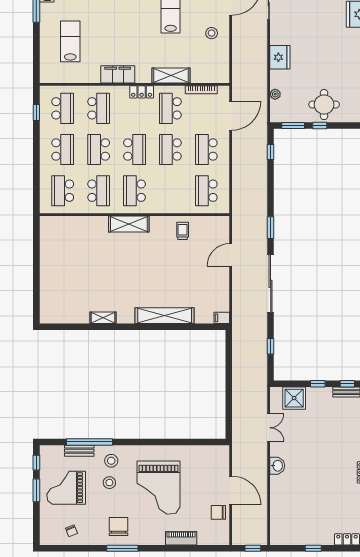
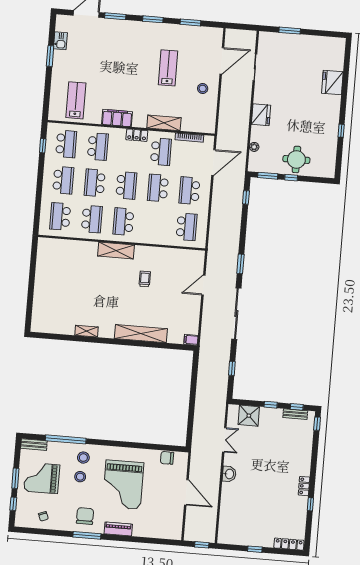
lab bench: (70, 41) -> (76, 100), moved
school desk: (170, 108) -> (161, 152), turned 180
school desk: (206, 191) -> (187, 227), turned 180
trolley: (183, 231) -> (145, 279), moved
bench: (79, 451) -> (34, 445), moved
window: (36, 463) -> (13, 504), moved
chair: (218, 512) -> (167, 458), moved
piano: (181, 538) -> (118, 529), moved

